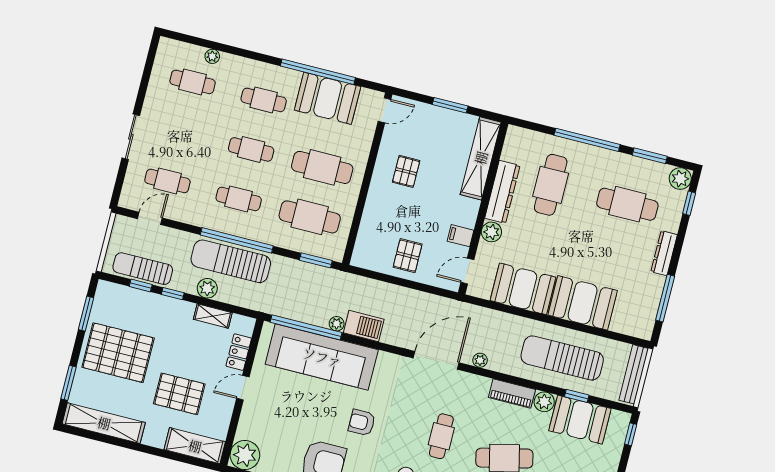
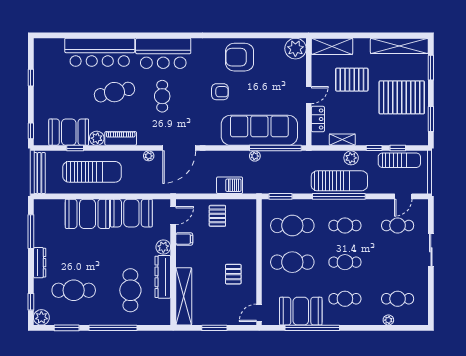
barbecue: (364, 326) -> (230, 185), moved, turned 180

